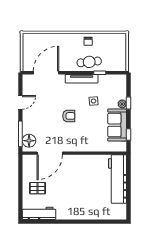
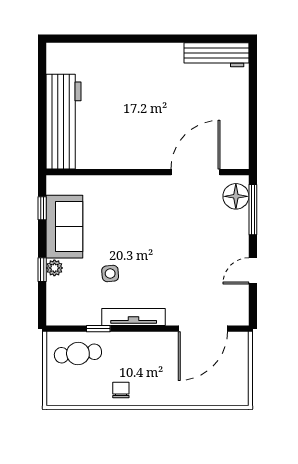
cafe table: (89, 62) -> (78, 353), moved
armchair: (69, 116) -> (158, 244), removed
pallet: (38, 188) -> (219, 104), removed

